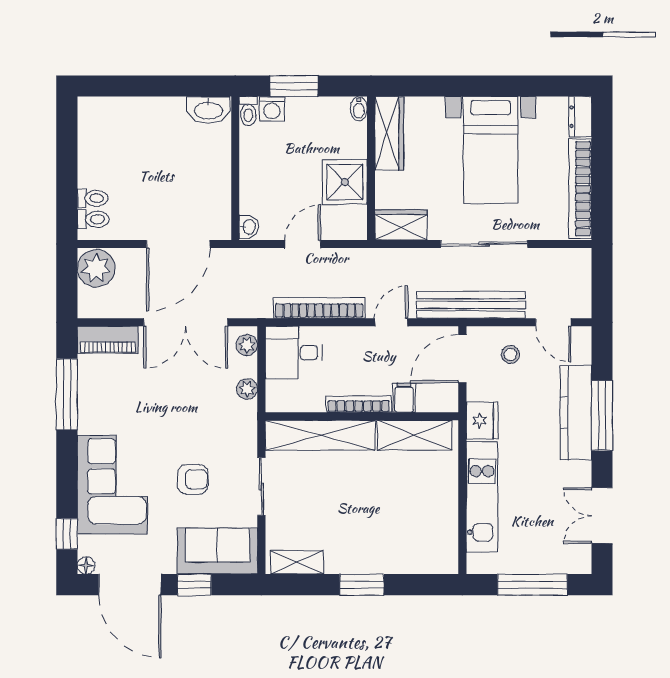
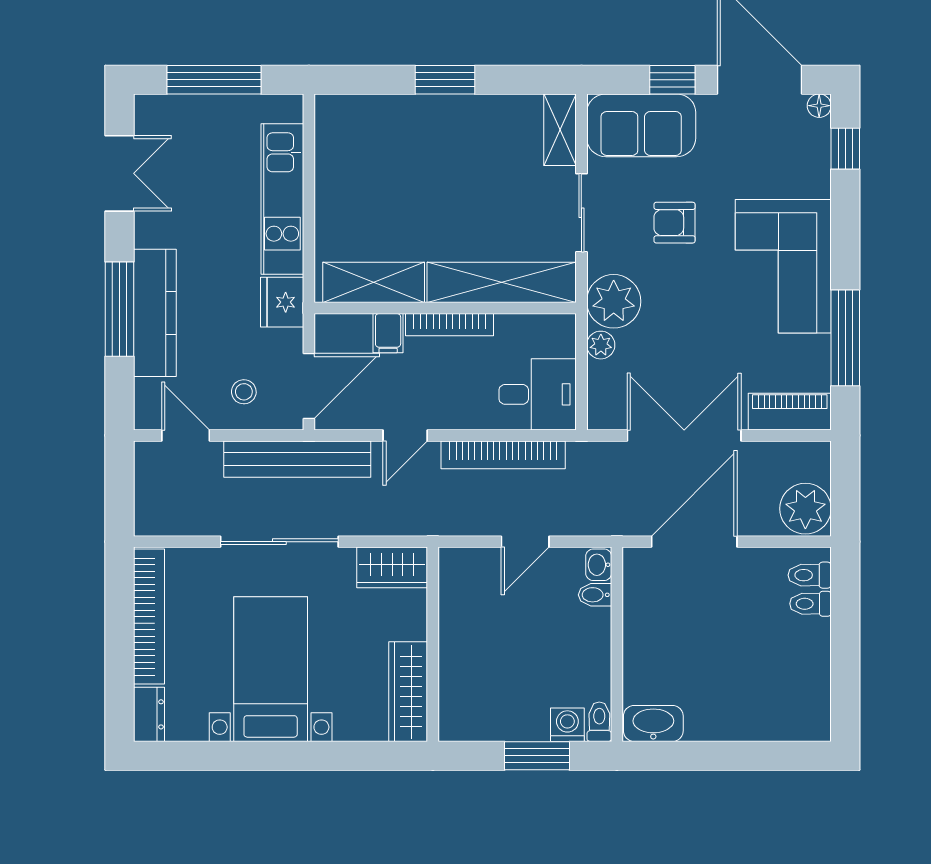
bidet: (359, 109) -> (595, 595), moved, turned -90
shower: (345, 182) -> (468, 626), removed
plant: (247, 345) -> (614, 301), moved, width x1.88, depth x1.88
corner sofa: (113, 485) -> (783, 266), moved
shelving: (297, 562) -> (560, 130), moved, turned 90

